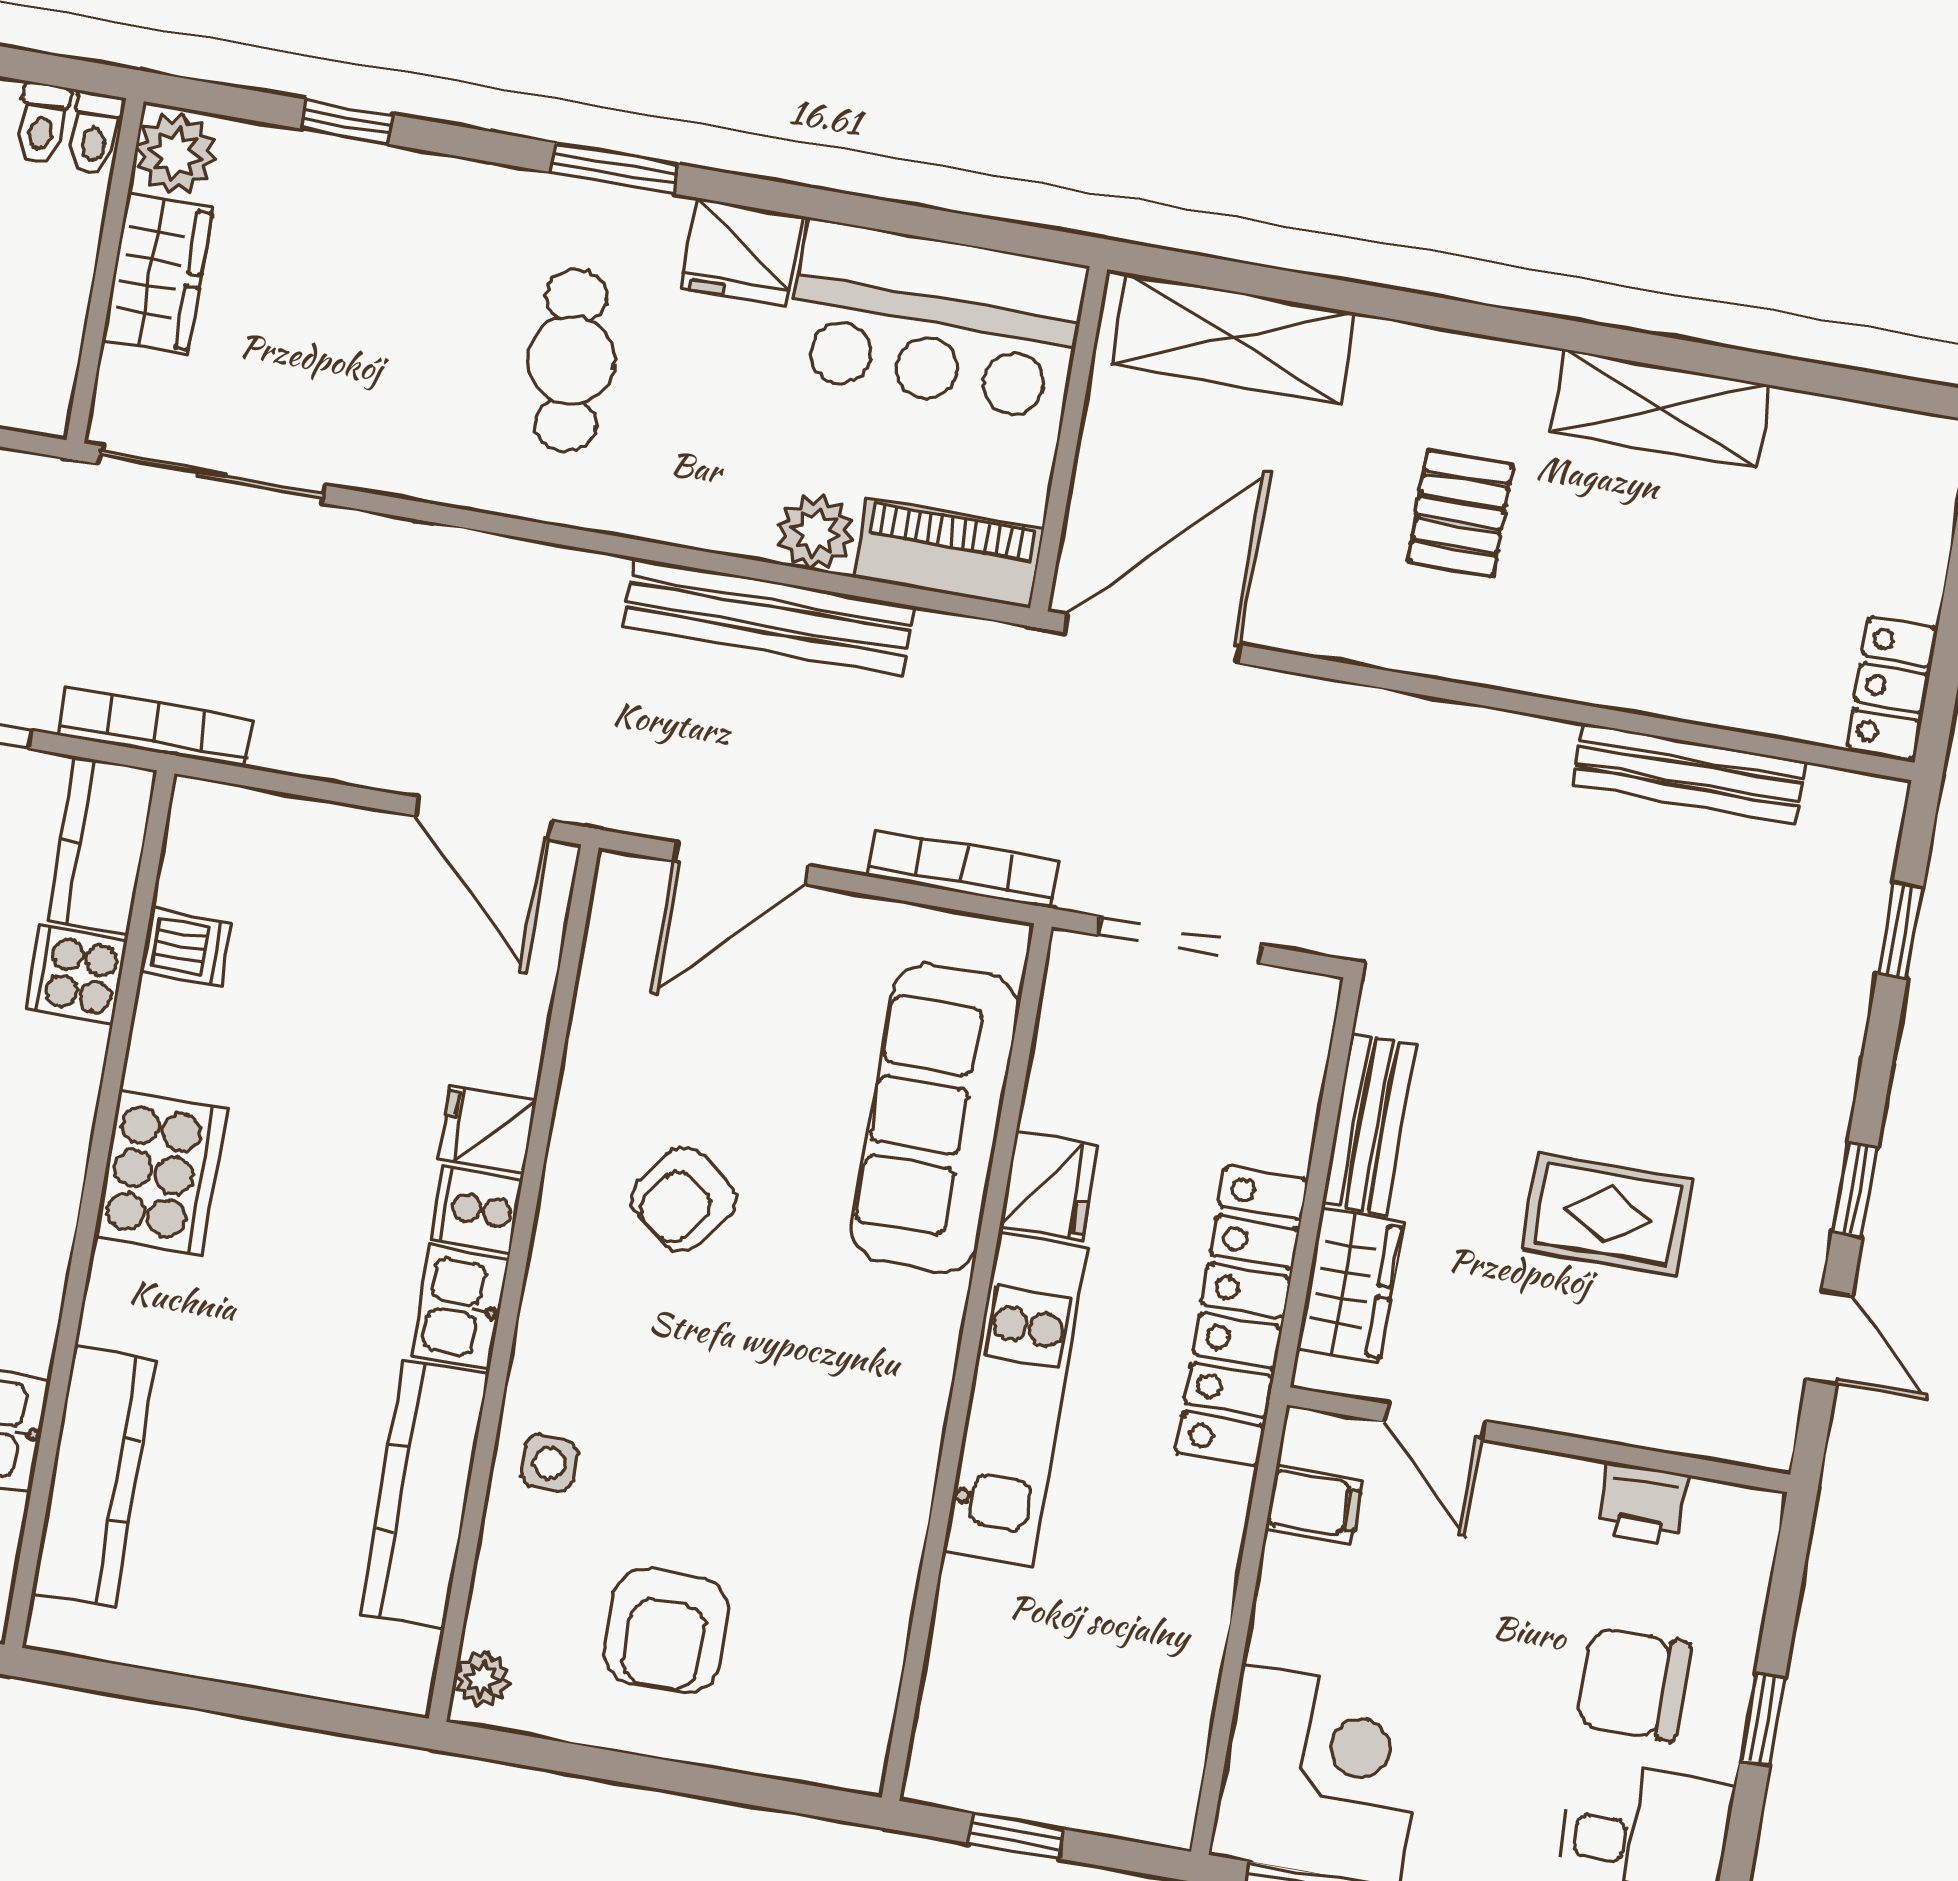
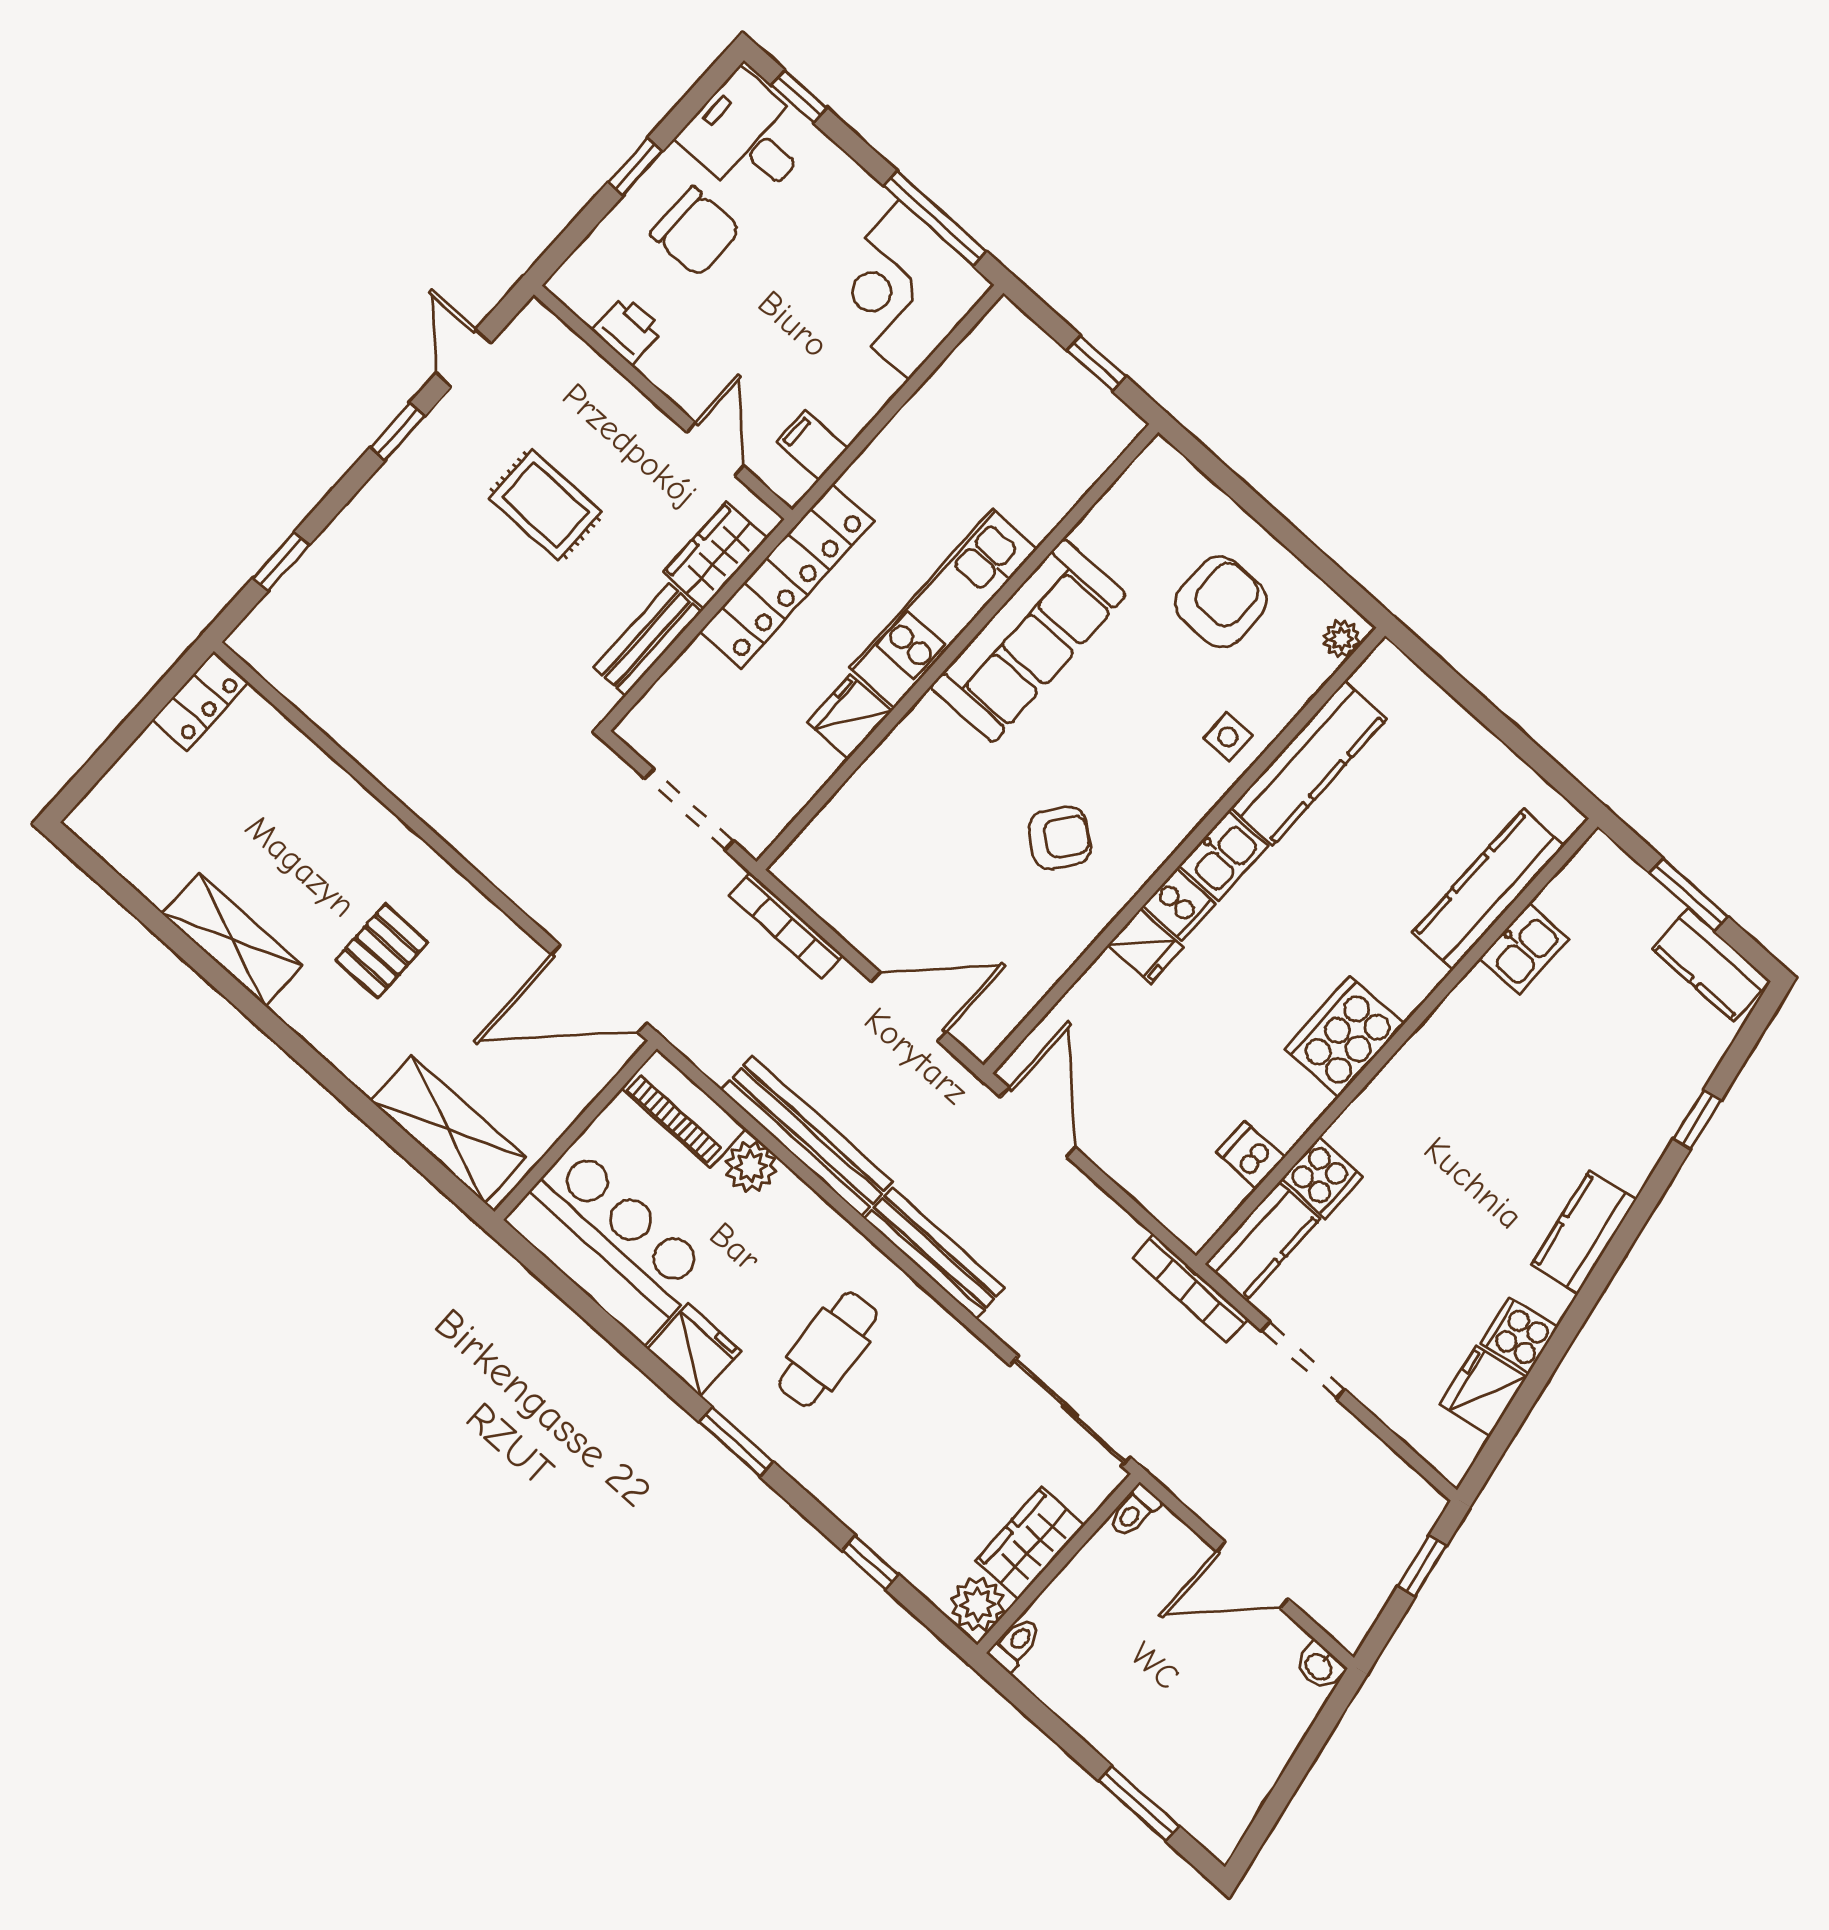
toilet: (42, 123) -> (1134, 1511), moved, turned 180
bench: (1689, 773) -> (934, 1253), moved
sofa: (935, 1118) -> (1028, 641), moved

